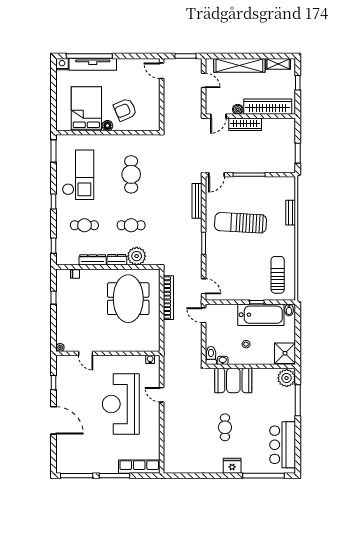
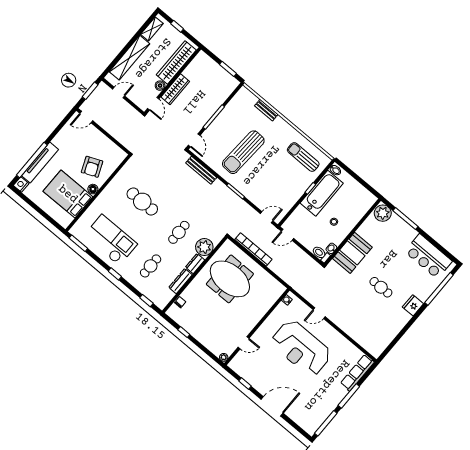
shower: (285, 353) -> (364, 199), removed

